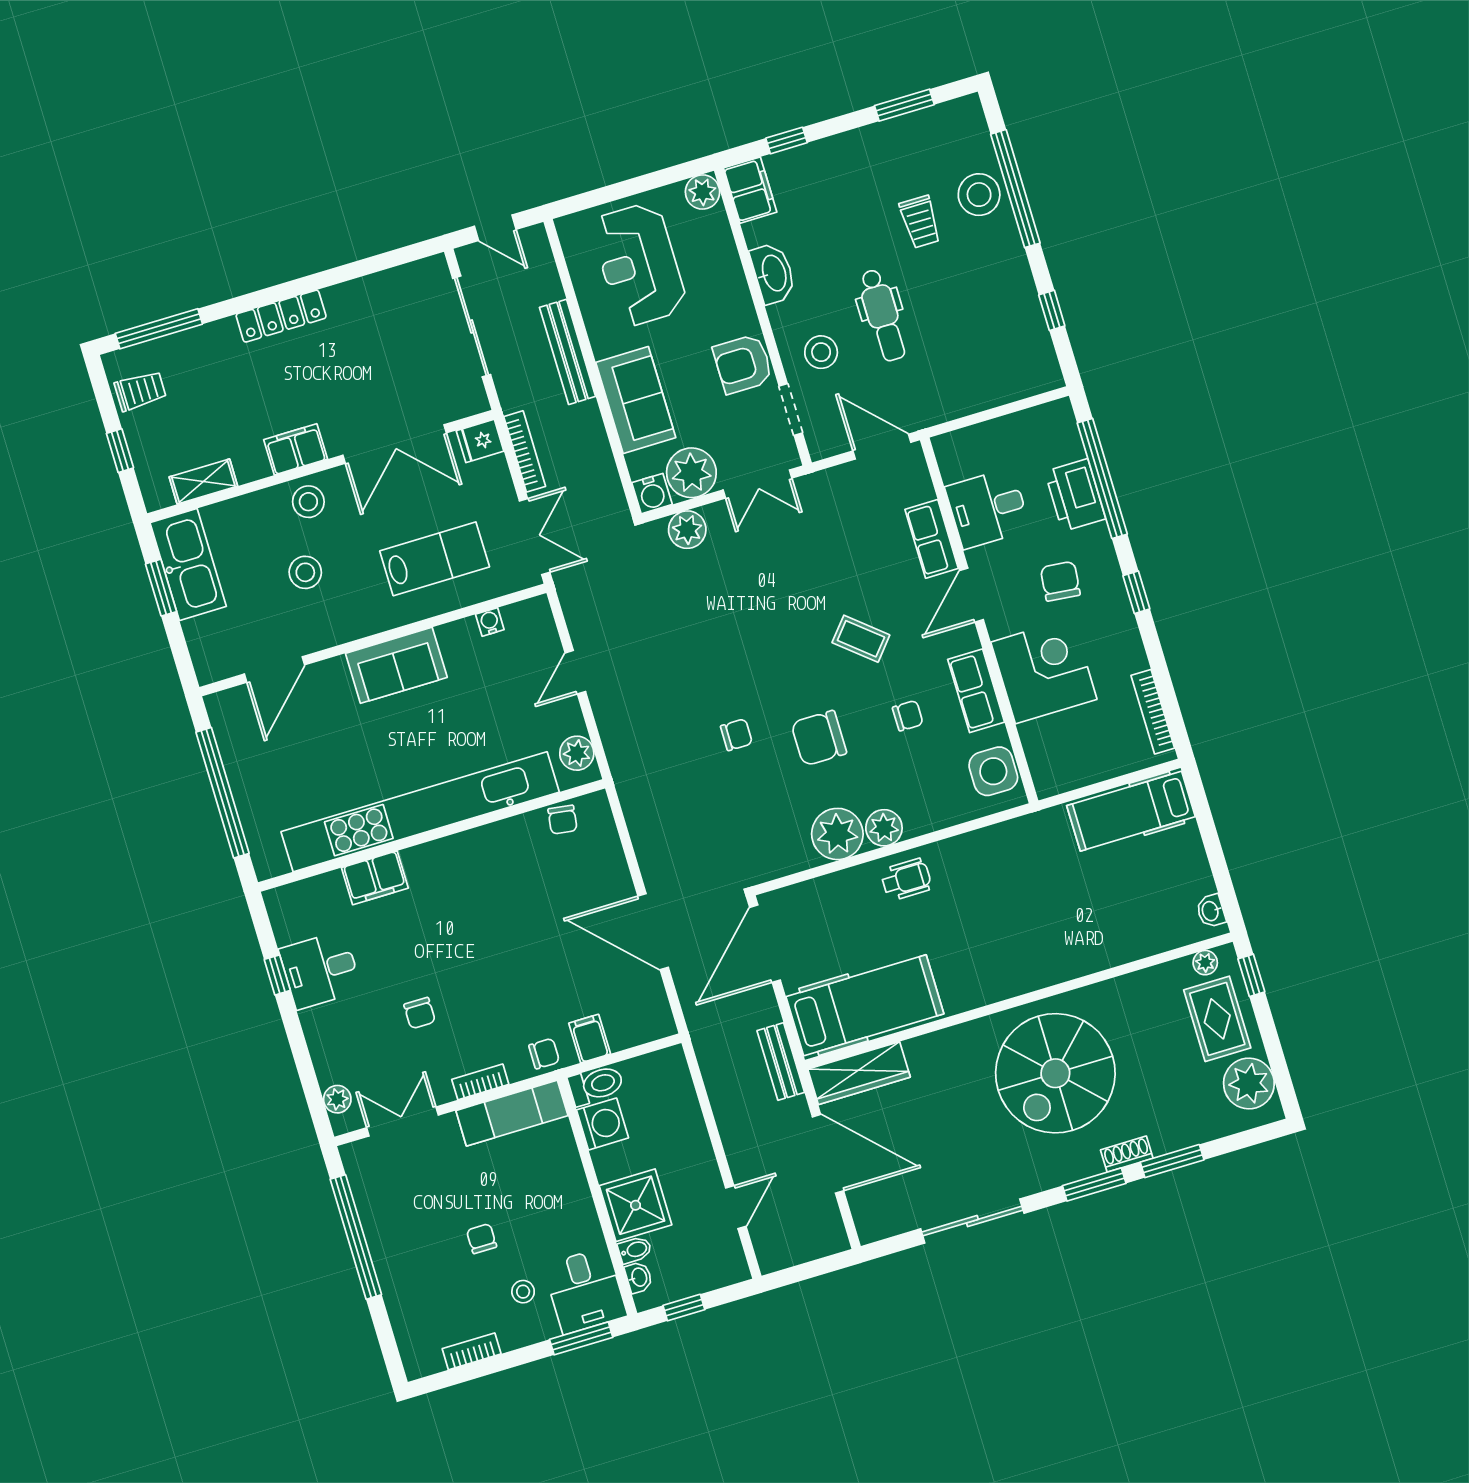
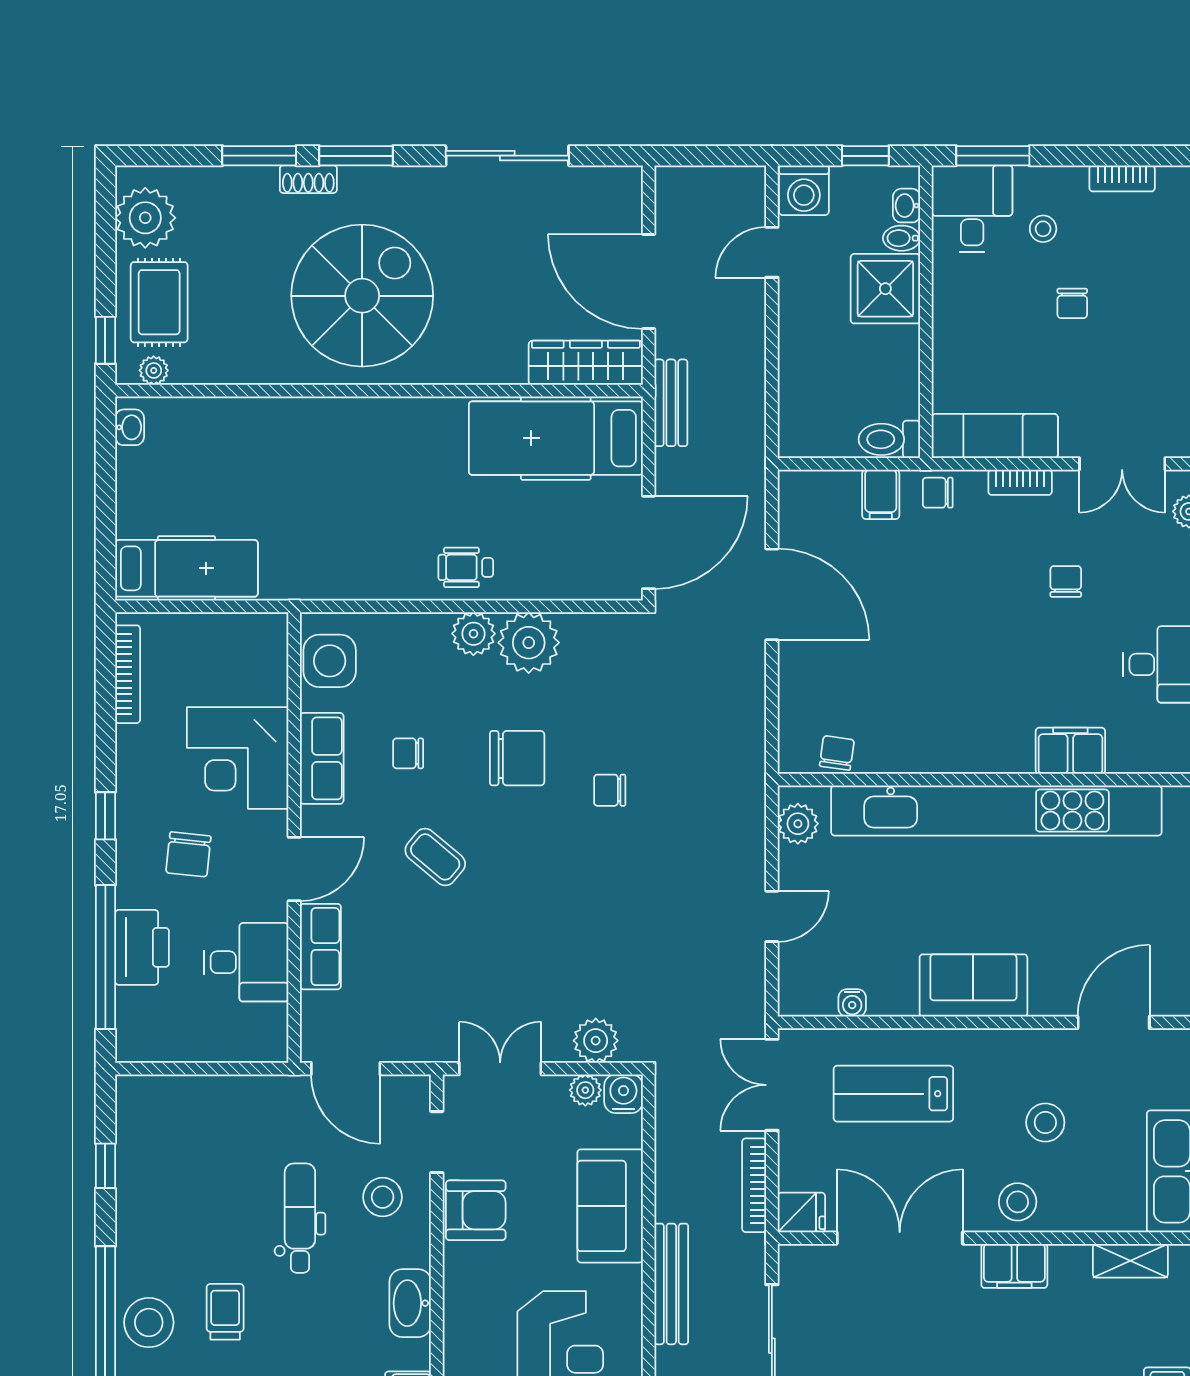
plant: (691, 473) -> (585, 1090), width x0.53, depth x0.53
washing machine: (602, 1124) -> (804, 190), moved, turned -90

